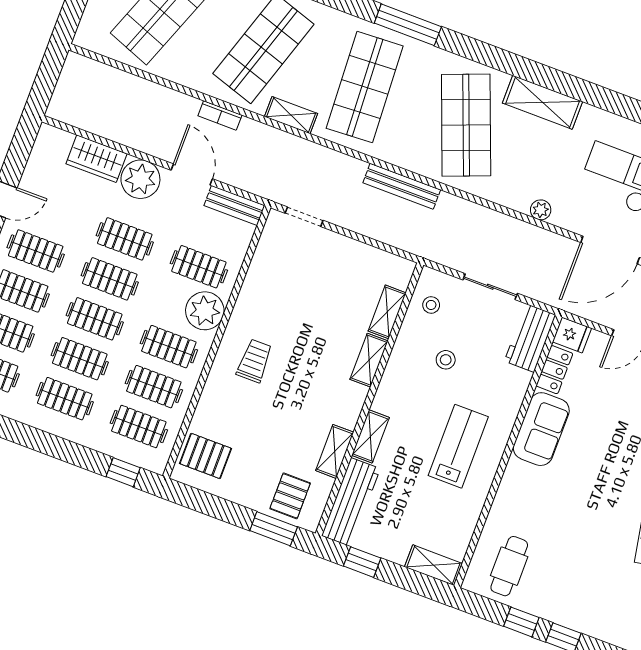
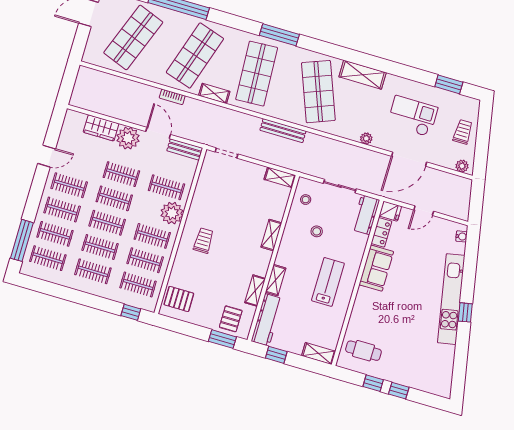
shelving: (387, 312) -> (280, 177), moved, turned 90
cafe table: (509, 566) -> (363, 351), turned 90

